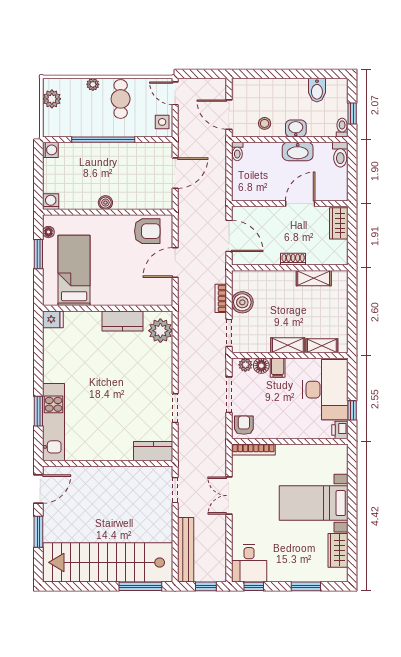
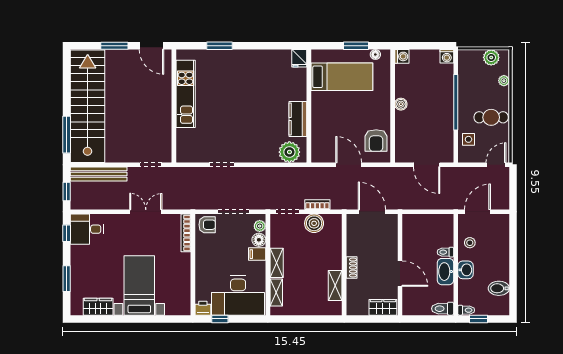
plant: (93, 84) -> (504, 81), moved
side table: (162, 122) -> (468, 139), moved
toilet: (237, 151) -> (445, 252), moved
door: (229, 236) -> (372, 212), swing flipped
kitchen unit: (54, 422) -> (186, 94), moved, turned -90
kitchen counter: (153, 451) -> (185, 146), removed

